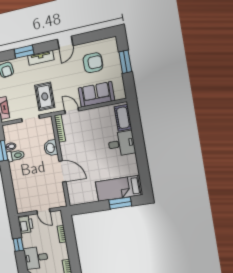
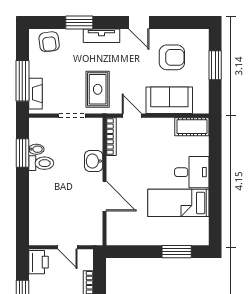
door: (65, 42) -> (139, 22), hinge flipped
cot: (123, 118) -> (192, 127), moved, turned 90
bed: (119, 188) -> (178, 203), moved

